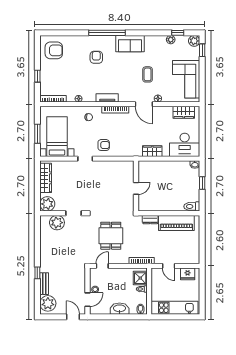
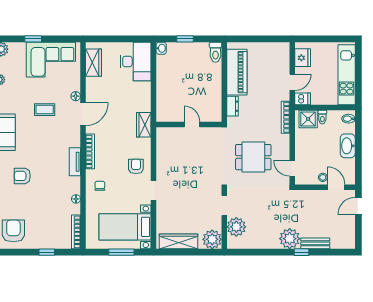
window: (202, 50) -> (33, 39), moved
wardrobe: (152, 151) -> (144, 125), moved
dishwasher: (156, 274) -> (303, 99), added
plant: (48, 303) -> (290, 239), moved

